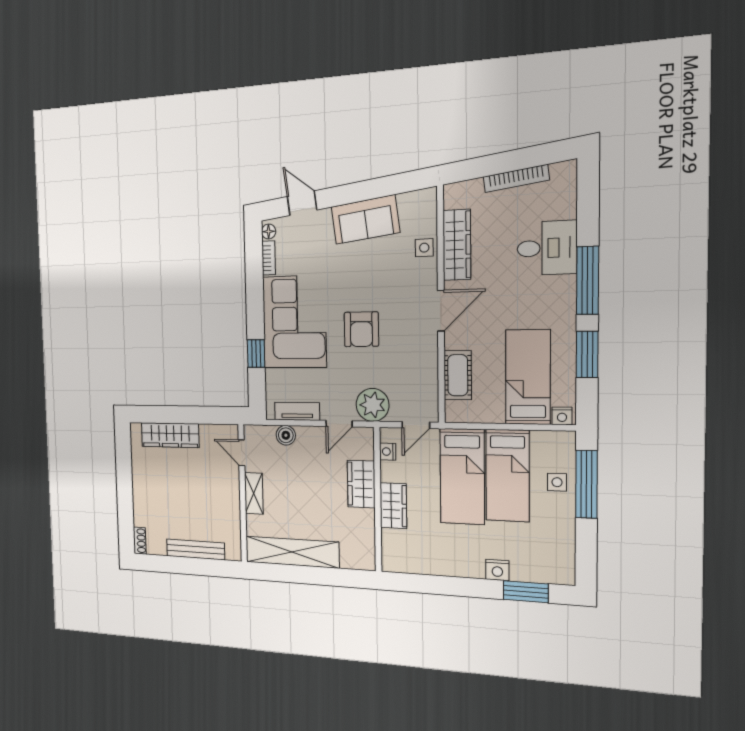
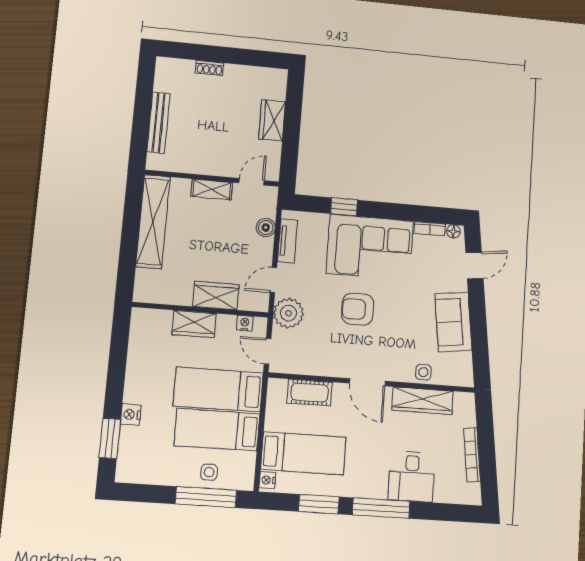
door: (339, 424) -> (273, 280), hinge flipped
wardrobe: (170, 435) -> (272, 120), width x0.67
shoe rack: (140, 541) -> (209, 68), moved

